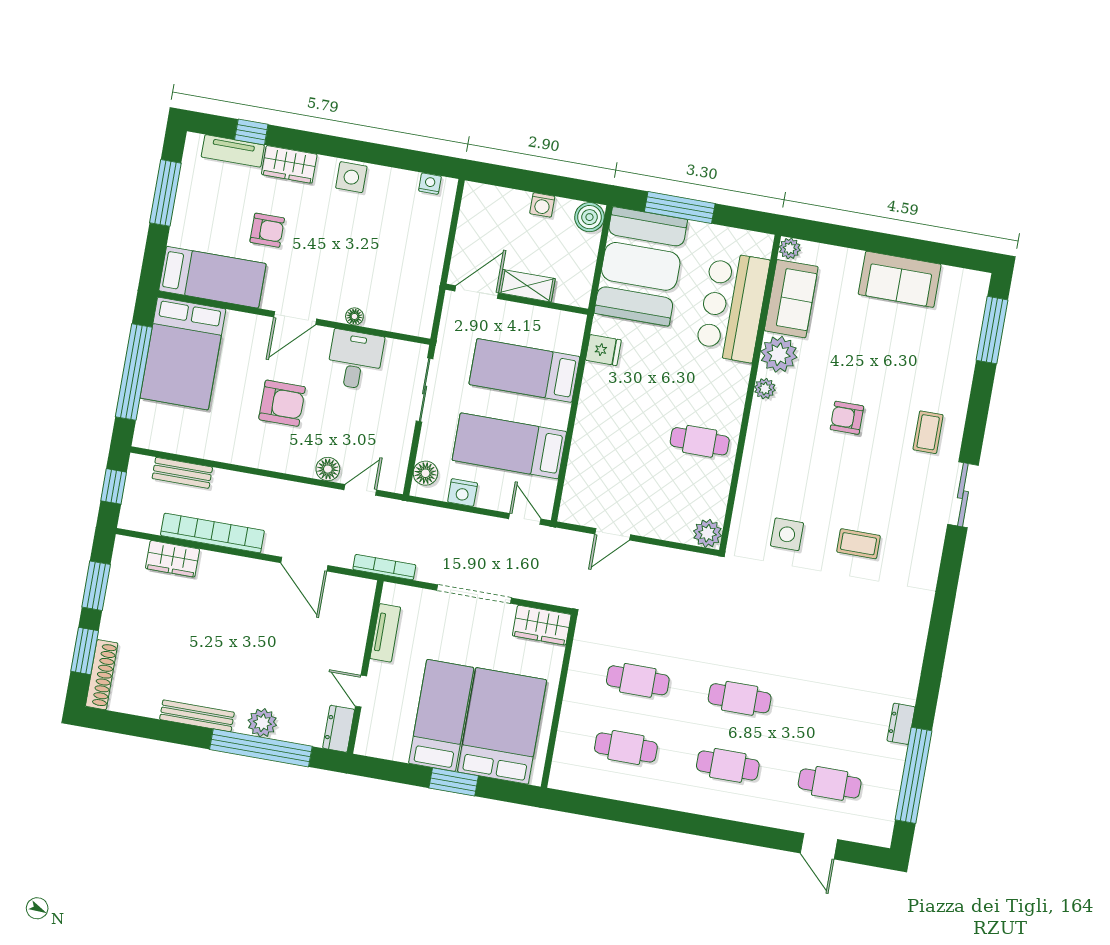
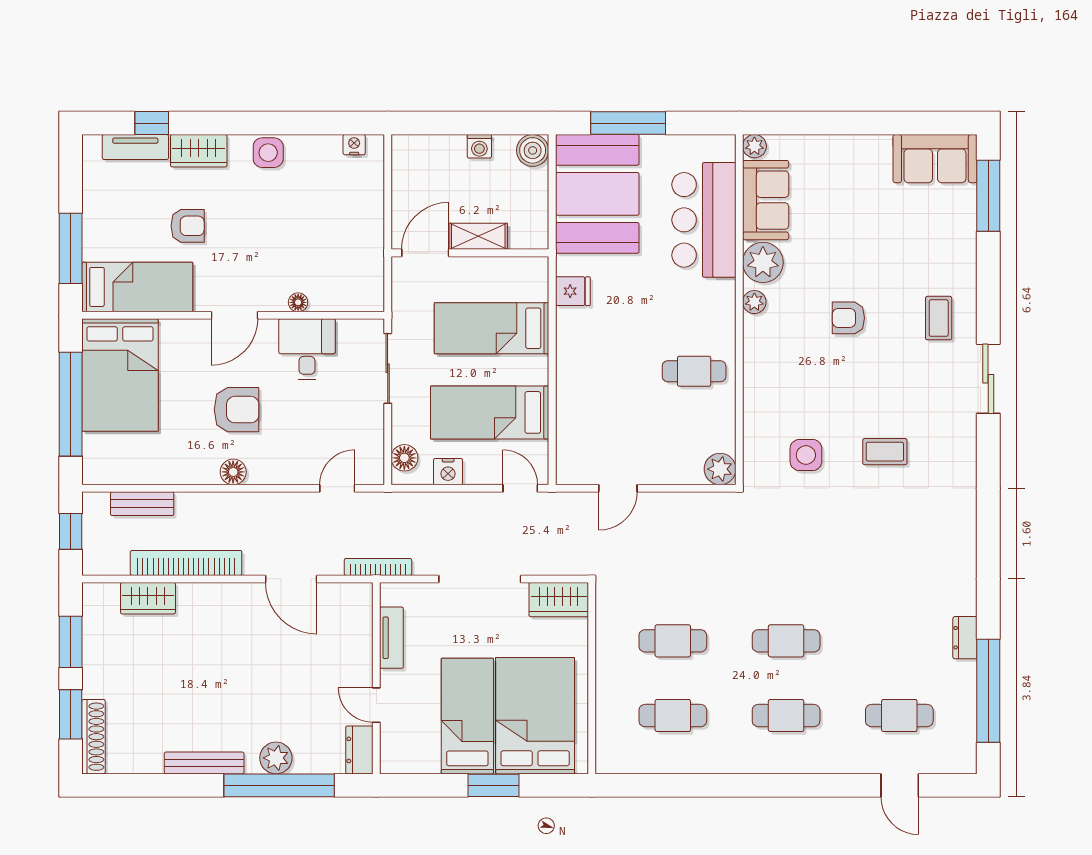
window: (165, 193) -> (71, 248), moved
sofa: (900, 279) -> (935, 159), moved
floor lamp: (328, 469) -> (233, 472), moved

